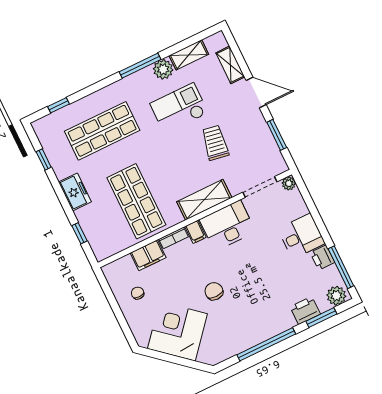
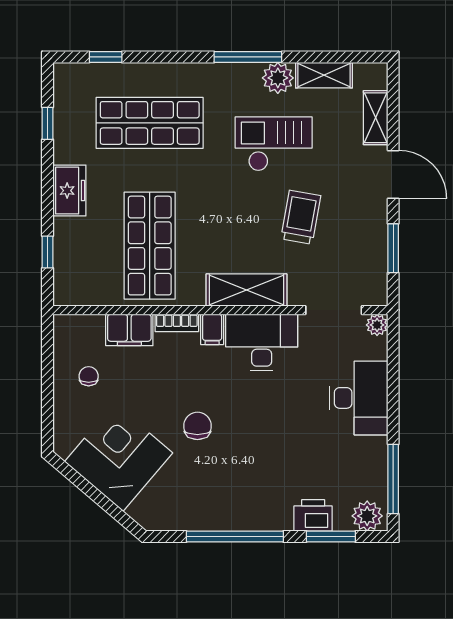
desk: (301, 236) -> (359, 398), width x1.37
printer: (322, 258) -> (374, 453), removed

